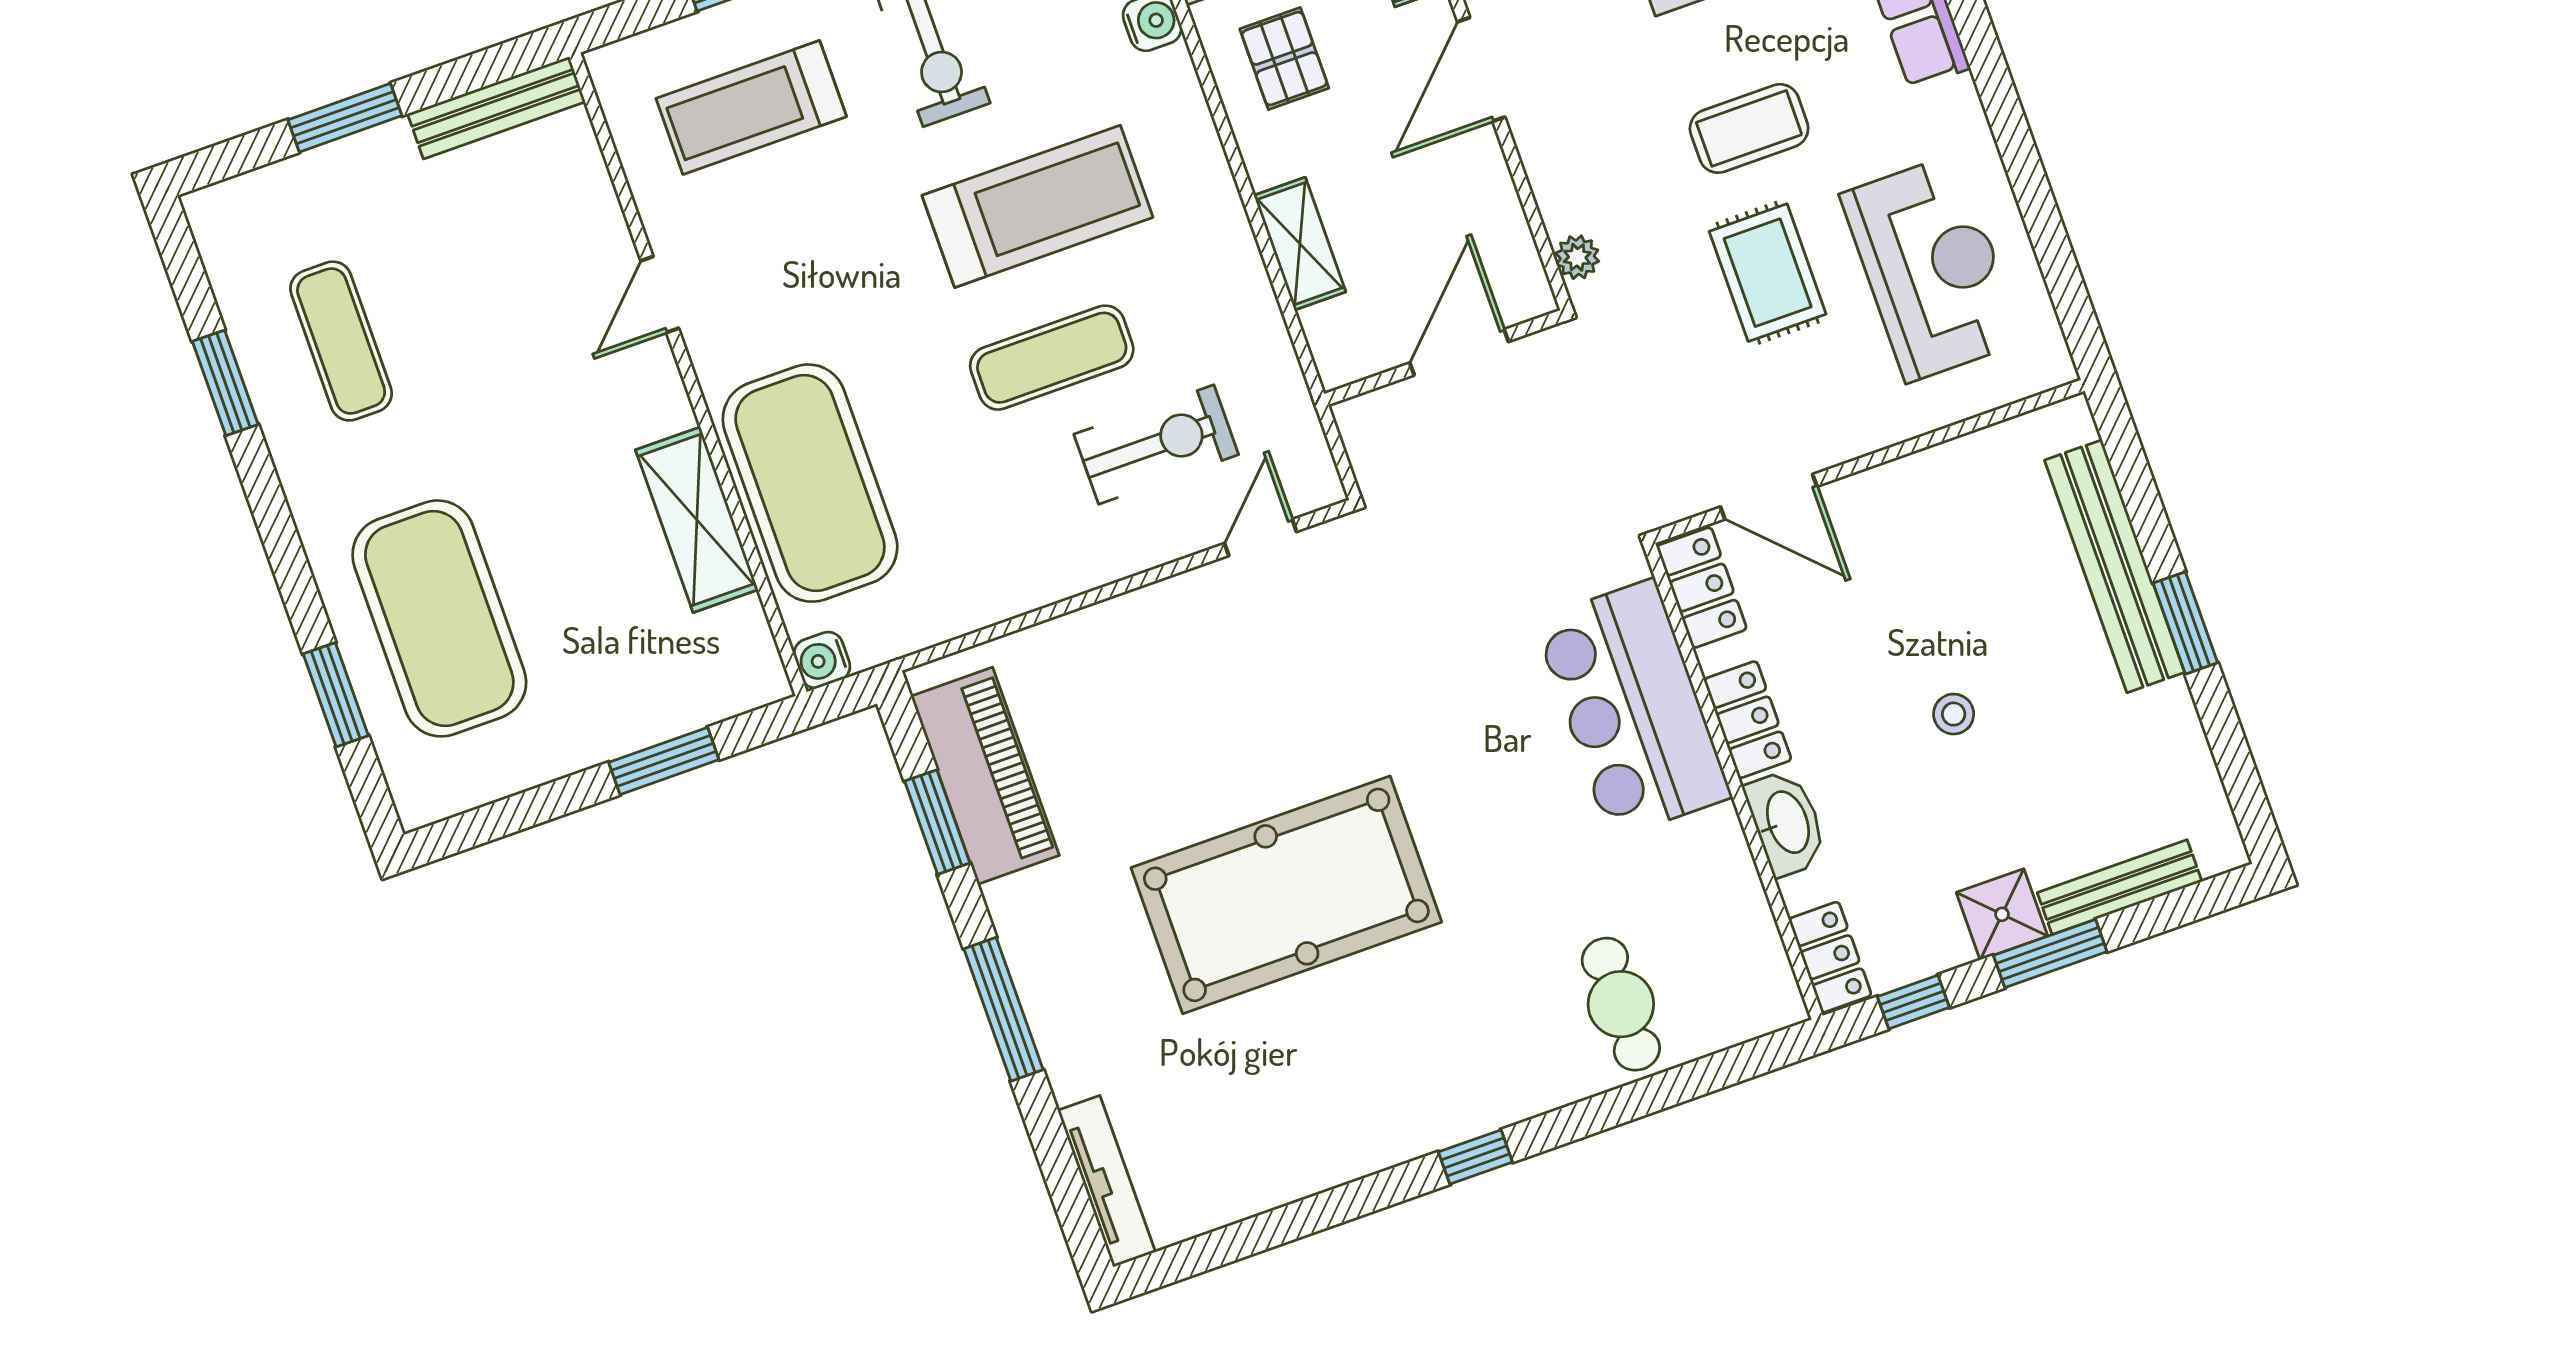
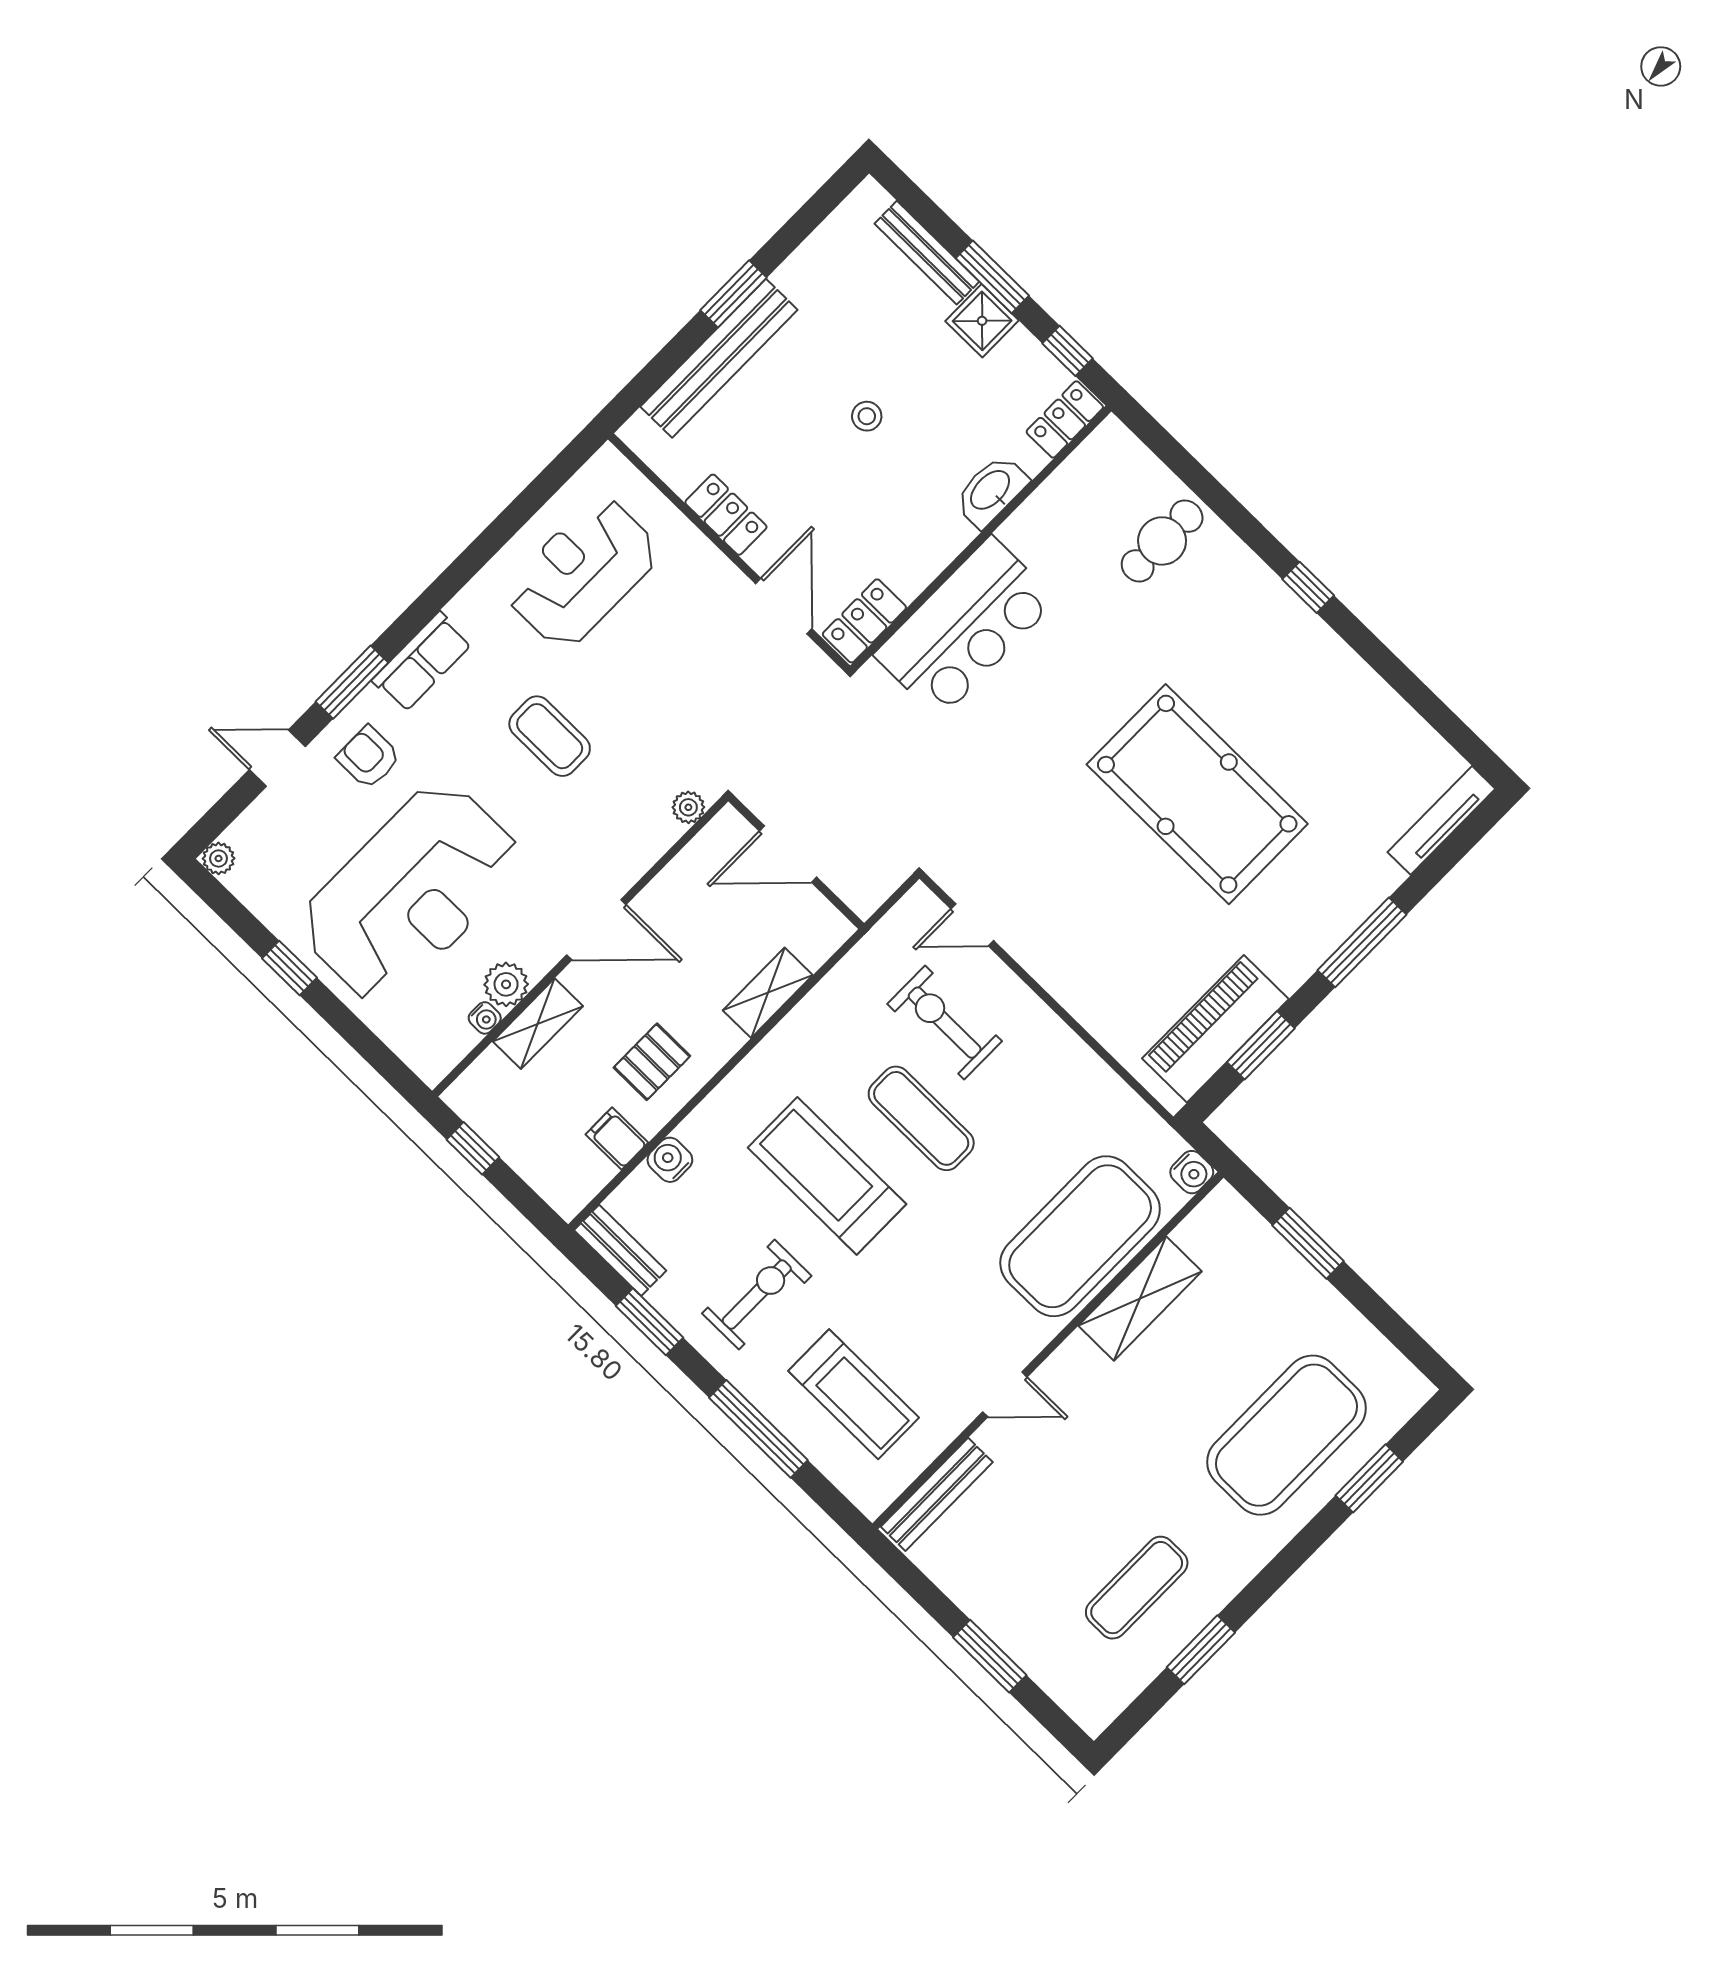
bench: (496, 108) -> (937, 1494), moved, turned 90
rug: (1768, 273) -> (638, 678), removed
locker: (1748, 720) -> (726, 515), moved, turned 90

